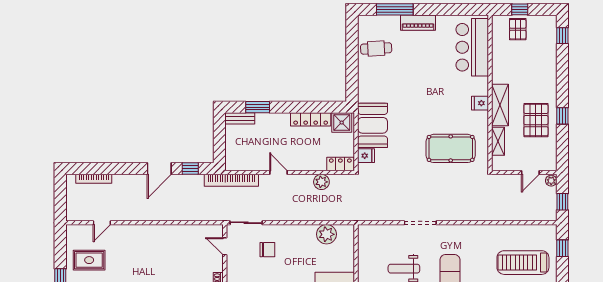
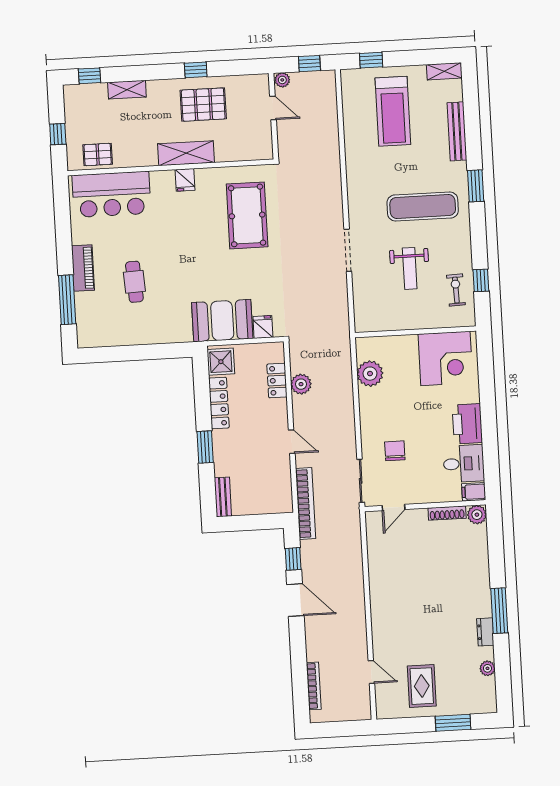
pallet: (518, 29) -> (98, 154), moved
cafe table: (376, 48) -> (134, 282), moved
window: (258, 107) -> (205, 447), moved
shelving: (498, 141) -> (127, 90), moved
locker: (340, 164) -> (277, 381), moved
door: (279, 172) -> (292, 442), swing flipped

